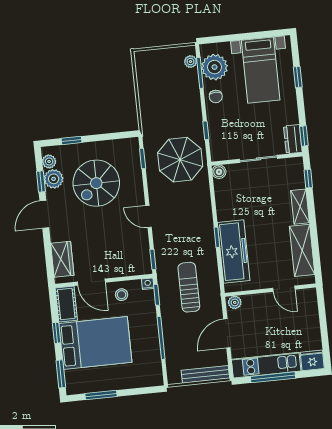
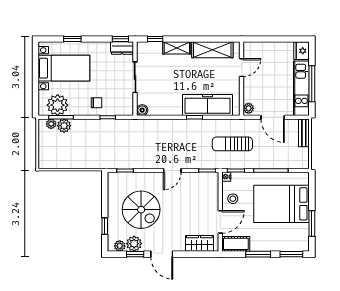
plant: (190, 78) -> (64, 126), added
chair: (216, 97) -> (96, 103), moved
parasol: (180, 160) -> (129, 140), removed
window: (57, 333) -> (258, 254), width x1.50
bed: (95, 343) -> (281, 204), moved, turned -90
bench: (205, 374) -> (304, 133), width x0.73

